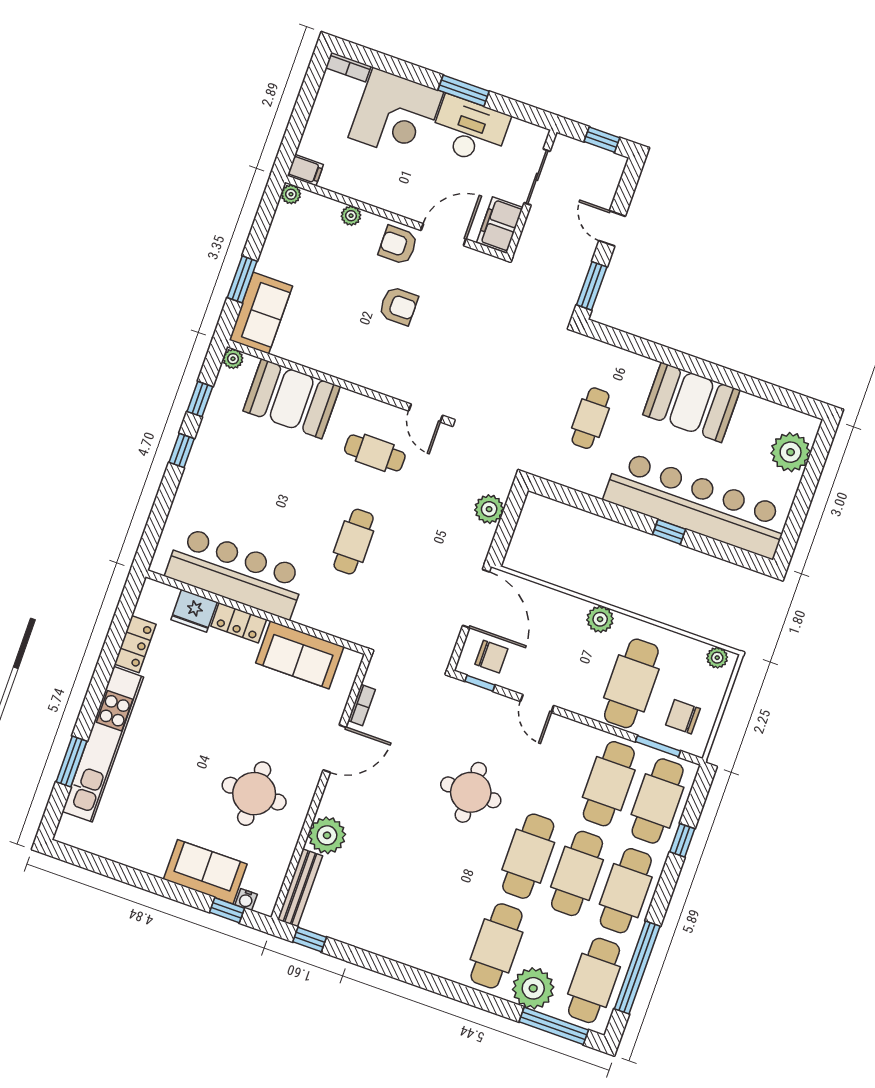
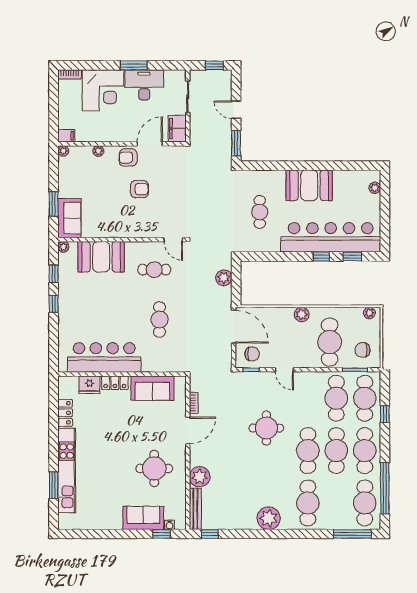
plant: (791, 452) -> (375, 188), width x0.53, depth x0.53
window: (722, 551) -> (352, 257), added
plant: (533, 988) -> (269, 518), moved

